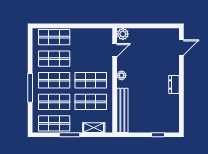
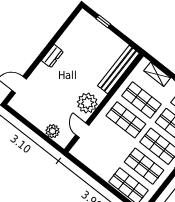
plant: (123, 34) -> (53, 131), moved
door: (115, 50) -> (82, 130), hinge flipped
plant: (122, 75) -> (87, 103), width x1.88, depth x1.88

